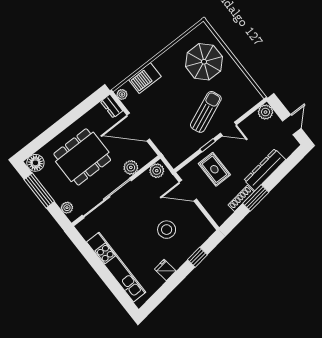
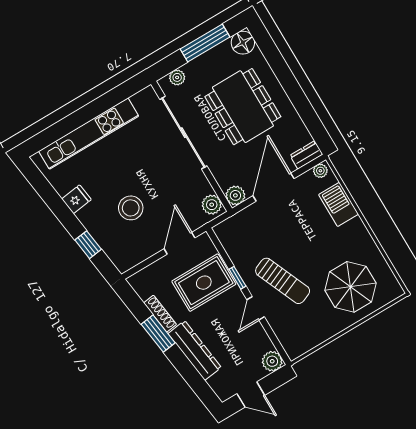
plant: (131, 167) -> (235, 195), moved
rug: (214, 169) -> (204, 283), width x1.36, depth x1.43

